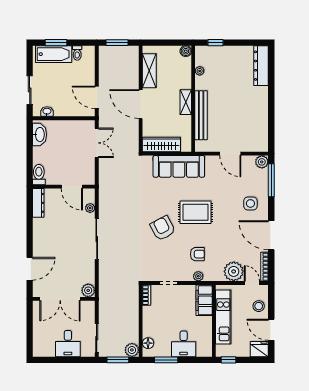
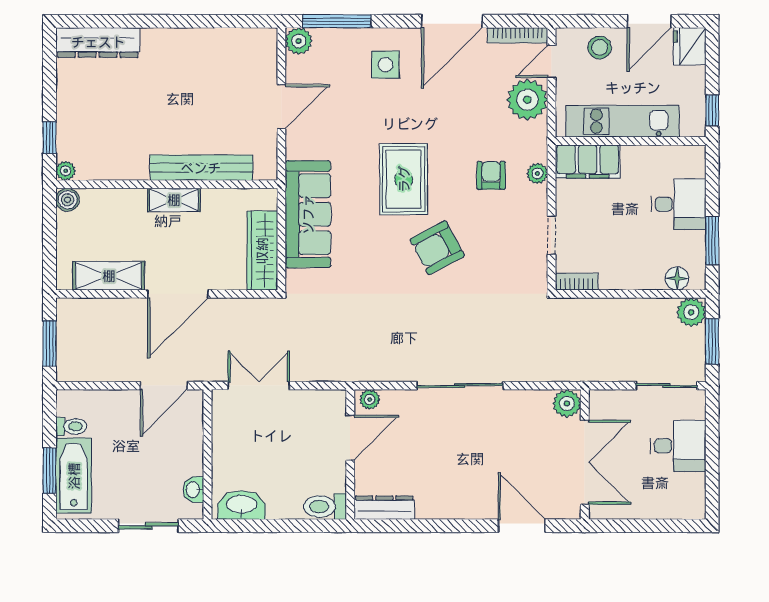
plant: (200, 71) -> (66, 171), moved
plant: (90, 208) -> (370, 399), moved

